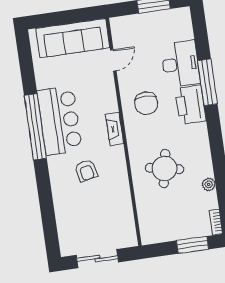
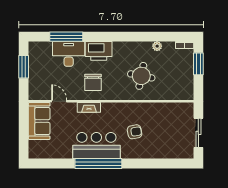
sofa: (73, 38) -> (39, 121), width x0.73
window: (207, 82) -> (66, 37), moved
chair: (146, 103) -> (93, 82), turned 90
fireplace: (115, 129) -> (89, 107), moved

